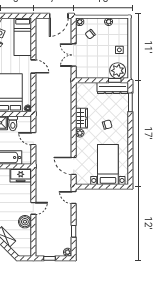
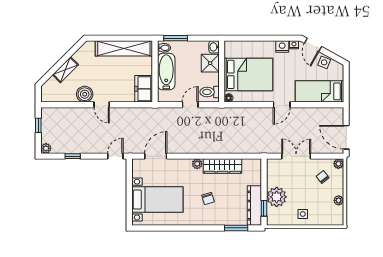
plant: (118, 71) -> (277, 197), moved
wardrobe: (82, 118) -> (222, 166), width x1.50
toilet: (13, 123) -> (210, 92), moved

